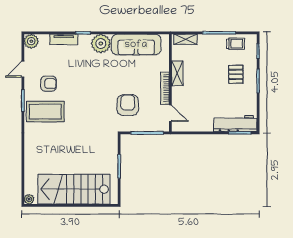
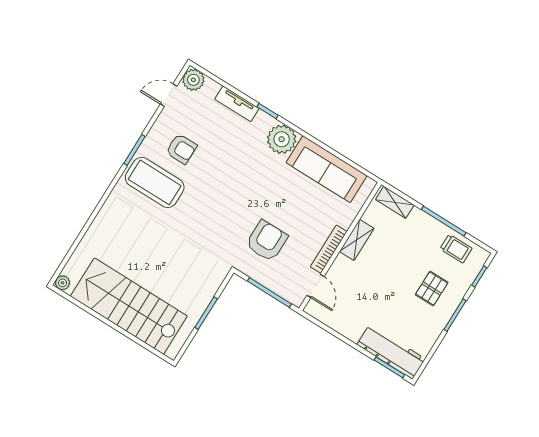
door: (23, 69) -> (169, 95), moved

